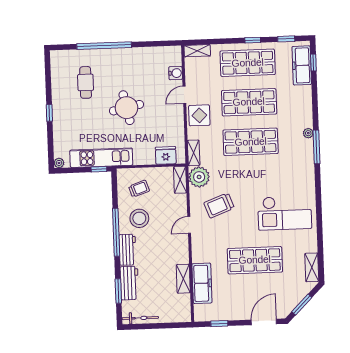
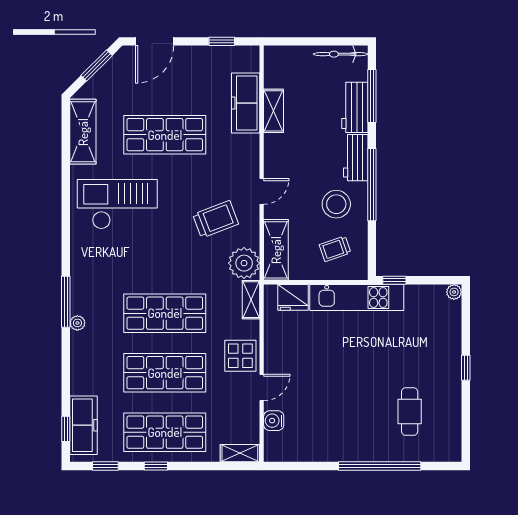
round table: (126, 108) -> (349, 371), removed
kitchen unit: (101, 158) -> (357, 297), moved
shelving: (180, 180) -> (276, 250), width x1.50, depth x1.33
shelving: (312, 267) -> (83, 132), width x1.50, depth x1.33
window: (118, 291) -> (372, 96), width x1.44

